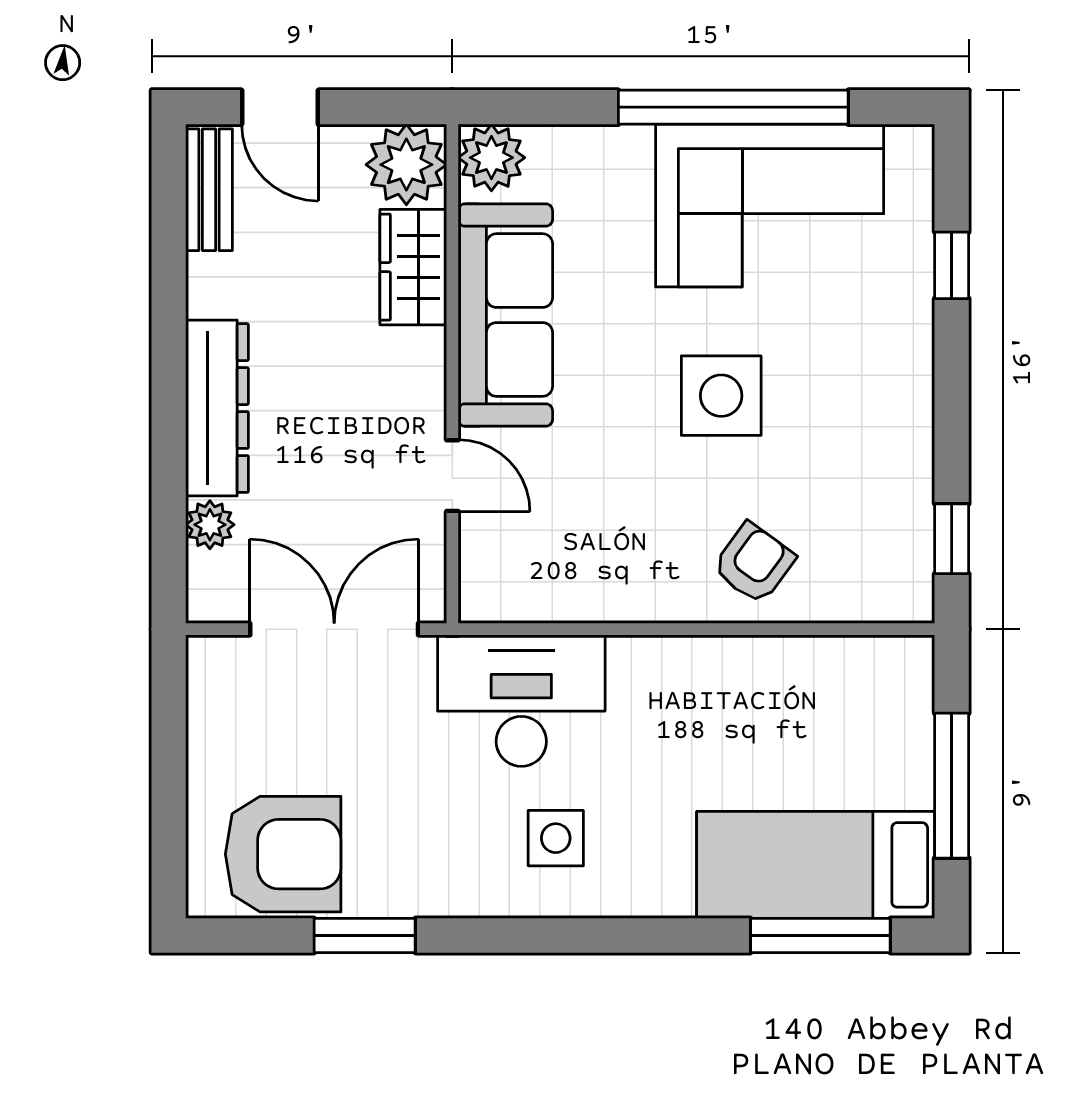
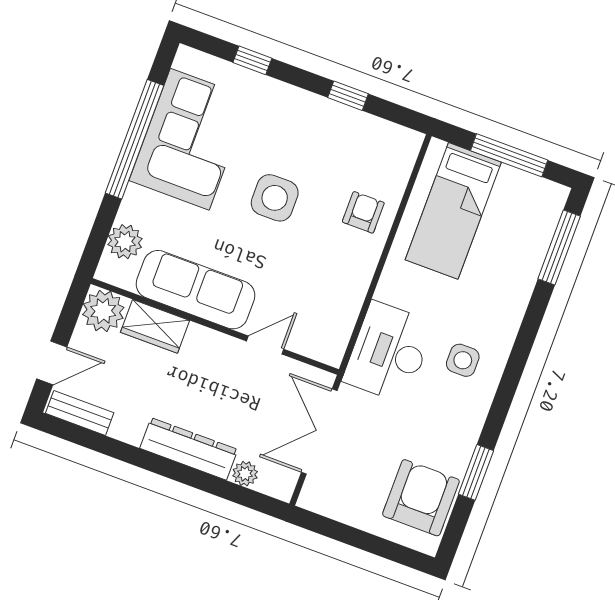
plant: (491, 158) -> (125, 242), moved
window: (952, 539) -> (348, 96), moved
armchair: (754, 563) -> (363, 212), turned 54
bed: (816, 865) -> (453, 211), moved

